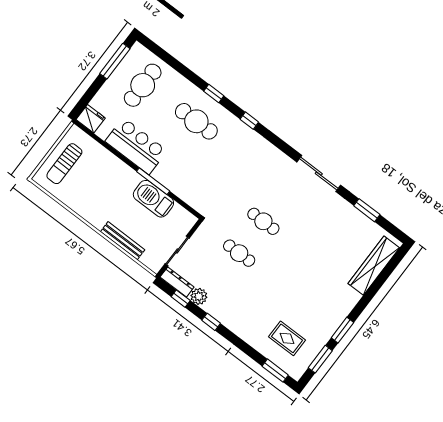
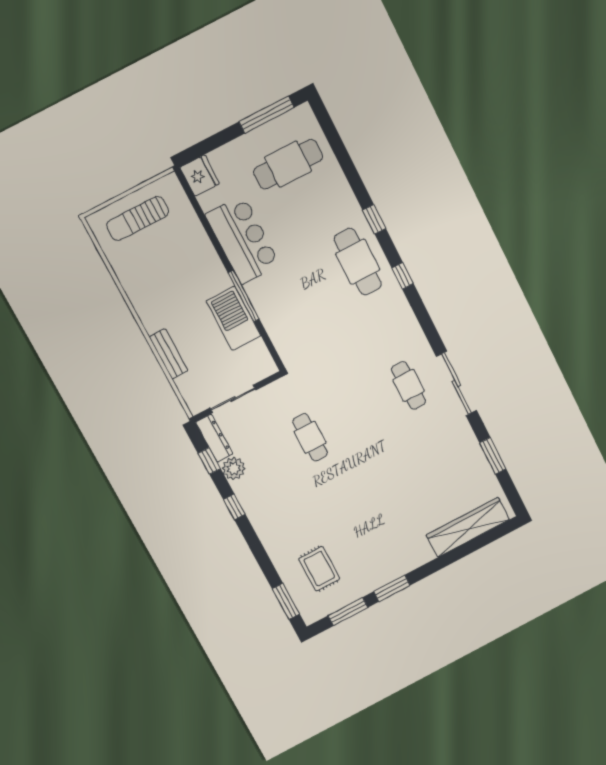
cafe table: (196, 121) -> (358, 262), moved
cafe table: (263, 221) -> (409, 385), moved
bench: (123, 241) -> (169, 354), width x0.73

